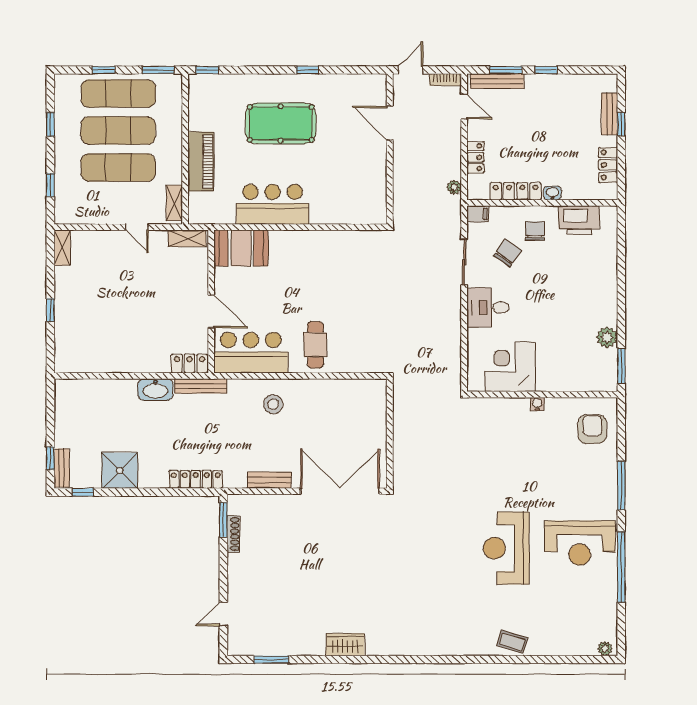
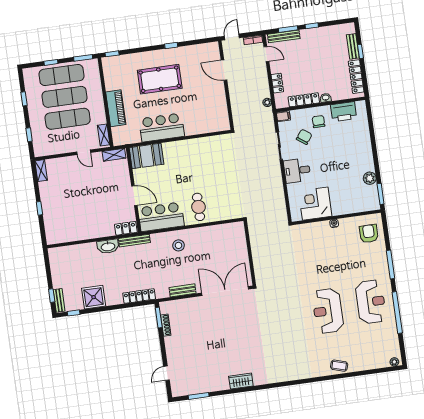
locker: (608, 165) -> (356, 77), width x1.53
reception desk: (580, 543) -> (371, 302), turned -90

